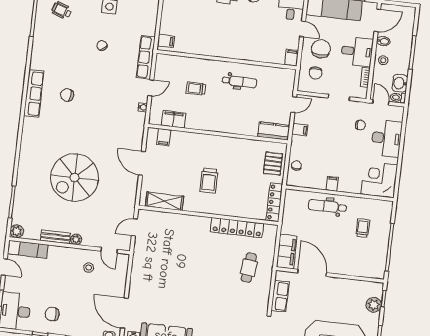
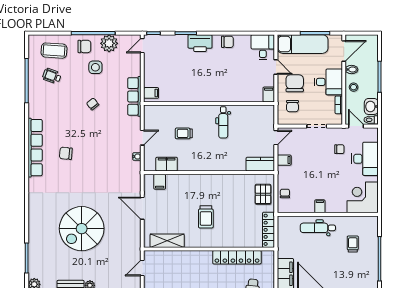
row of seats: (146, 57) -> (134, 96), moved
dental chair: (239, 82) -> (223, 122), turned 90
row of seats: (34, 93) -> (35, 148), width x1.36

